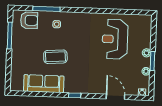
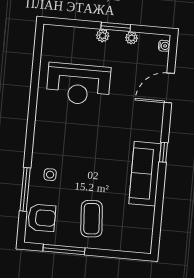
armchair: (29, 20) -> (42, 218), turned 90
coffee table: (55, 57) -> (92, 219), moved
sofa: (44, 84) -> (145, 174), moved

